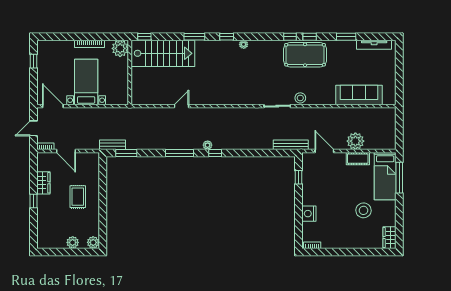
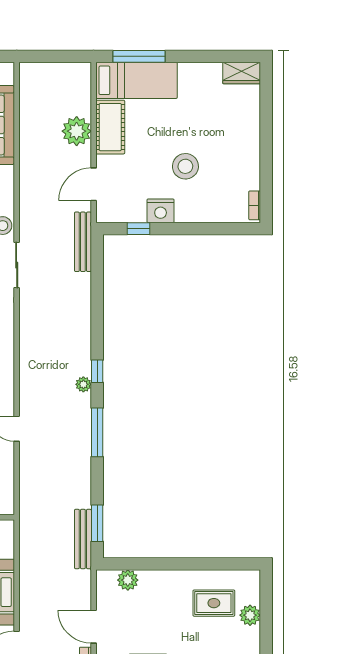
bench: (113, 145) -> (83, 539), width x1.36
door: (66, 151) -> (94, 627), swing flipped
cot: (358, 159) -> (110, 127), width x1.37, depth x1.34
rug: (78, 197) -> (214, 603), moved
stool: (363, 210) -> (185, 166), moved
nightstand: (309, 214) -> (161, 211), moved
plant: (93, 242) -> (128, 580), moved

